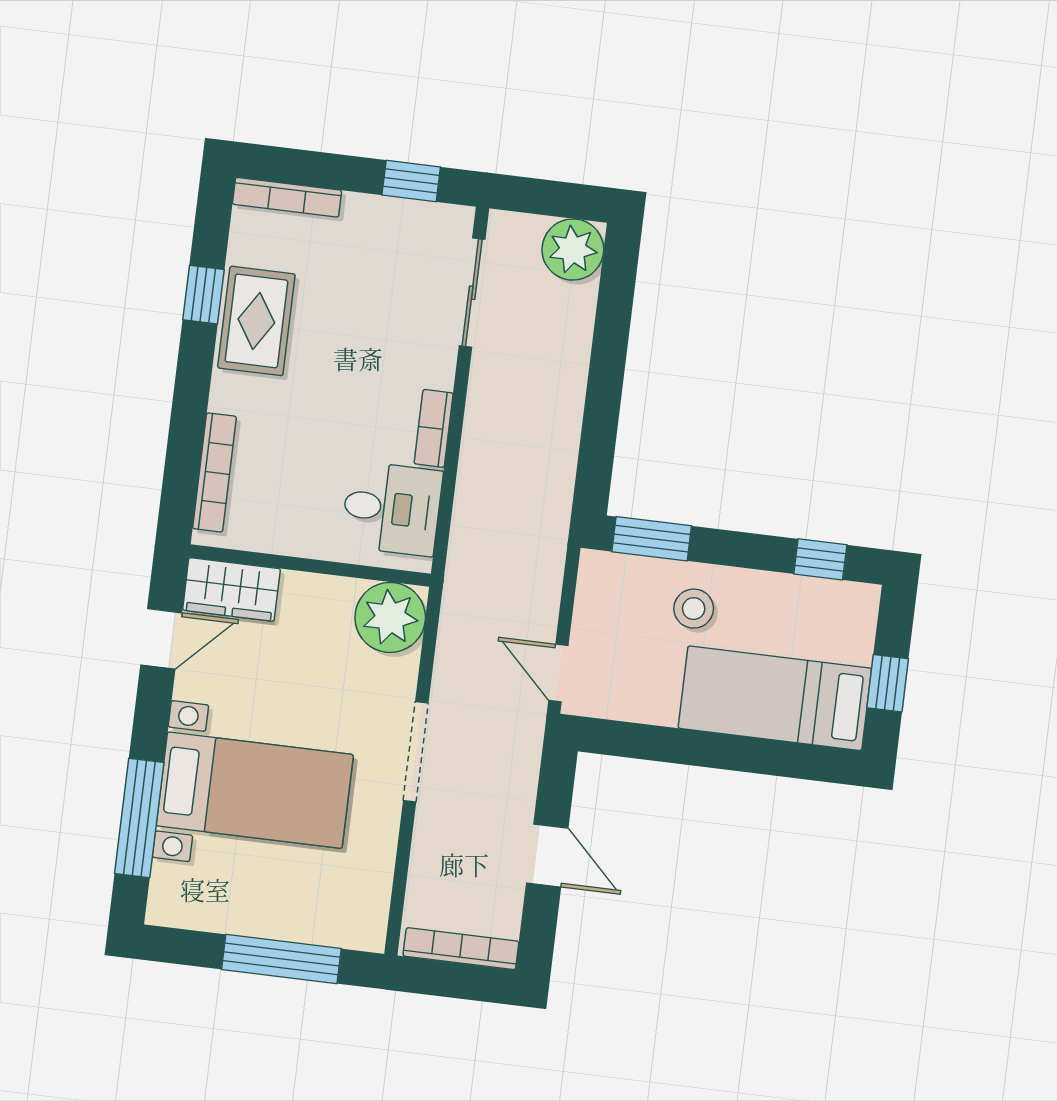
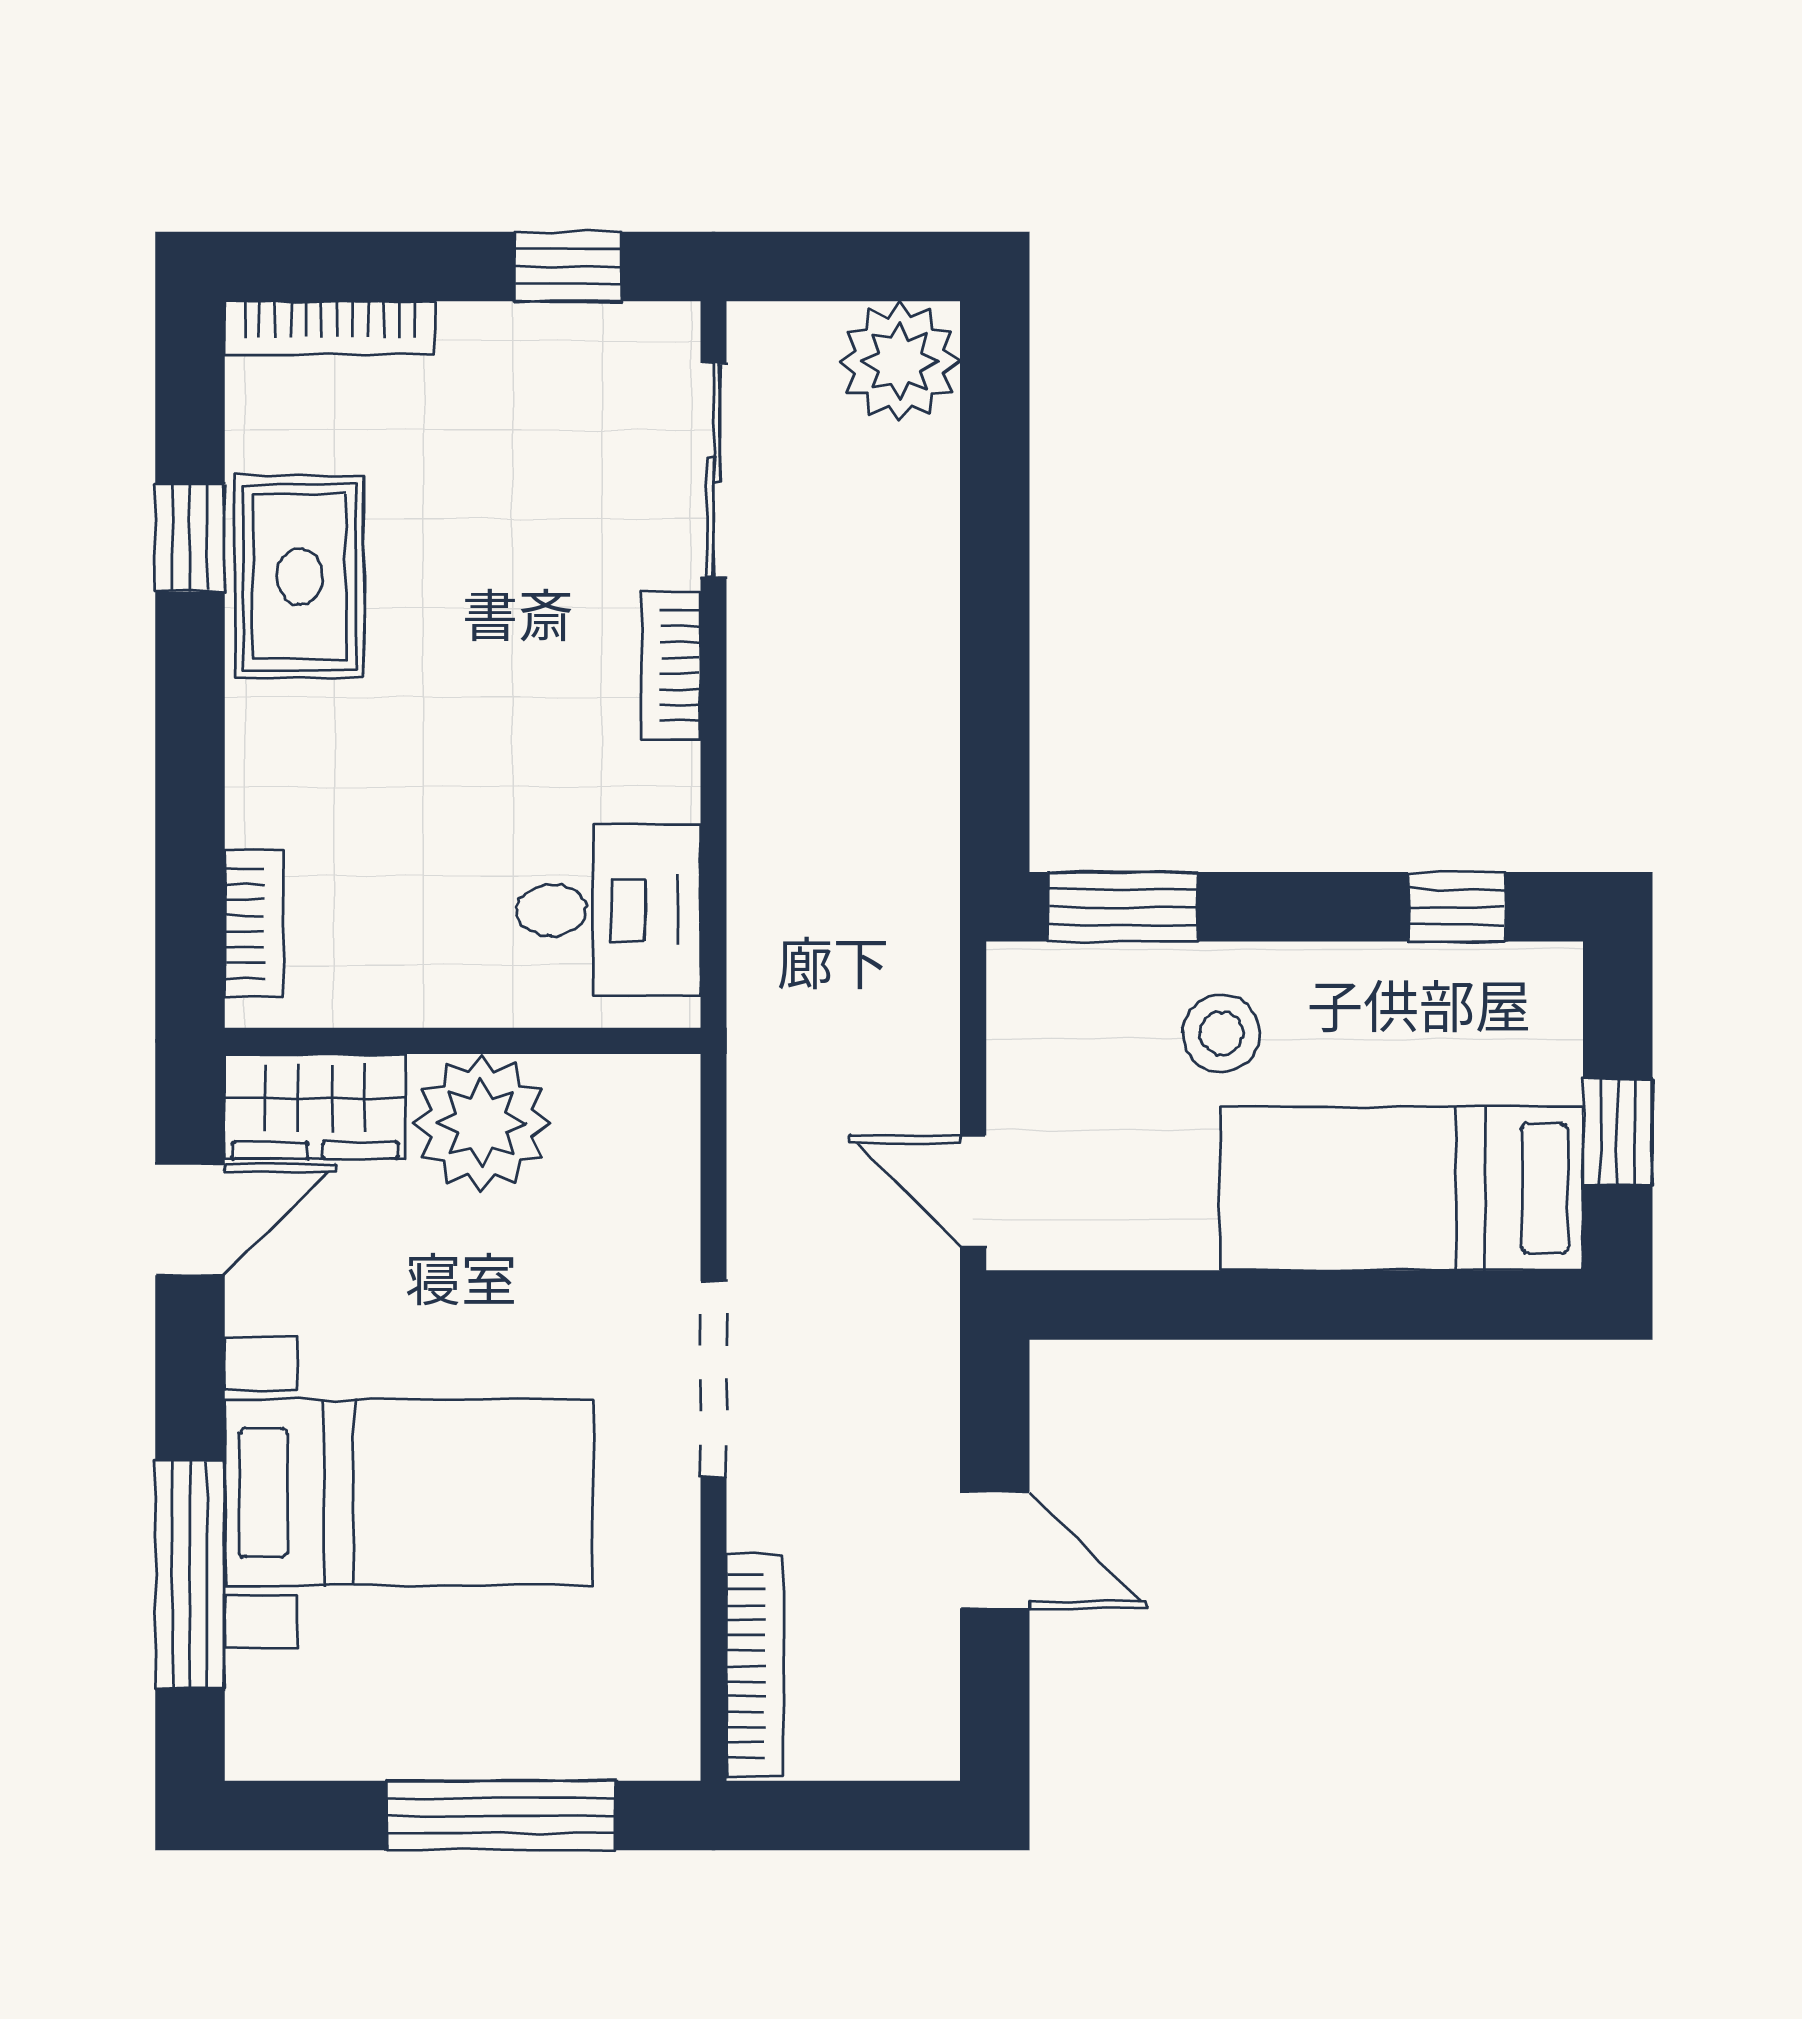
bookcase: (434, 428) -> (671, 666), moved
bookcase: (215, 472) -> (254, 924), width x0.64
plant: (390, 617) -> (482, 1123), moved
bookcase: (461, 949) -> (755, 1666), moved, turned 90

